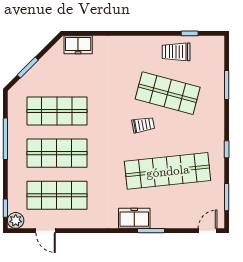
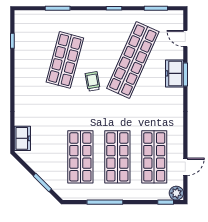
trolley: (176, 52) -> (29, 53), removed
shop shelf: (168, 171) -> (133, 60), turned 30
freezer: (134, 218) -> (174, 73), moved
door: (208, 231) -> (185, 38), moved

